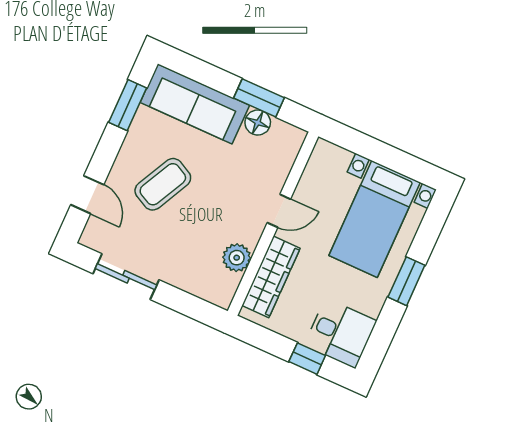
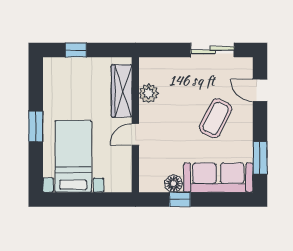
window: (259, 98) -> (180, 199), width x0.67
desk: (340, 333) -> (62, 75), removed

